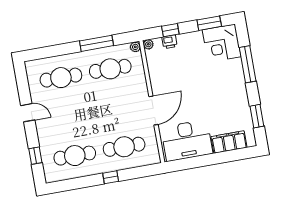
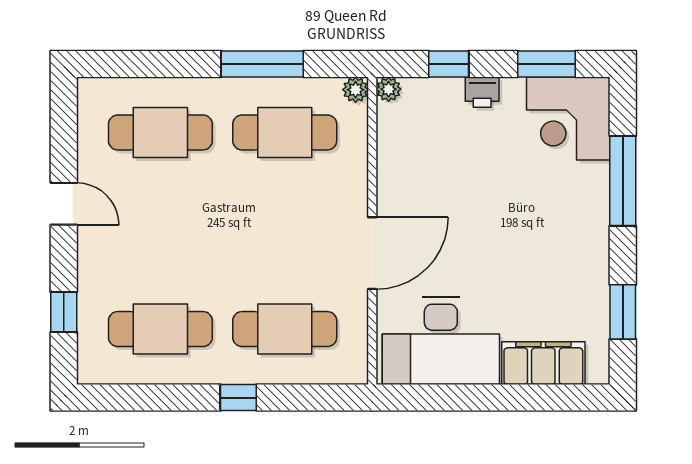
printer: (170, 42) -> (482, 92), moved

